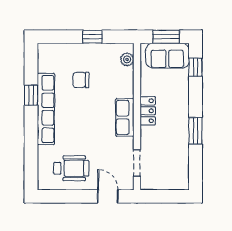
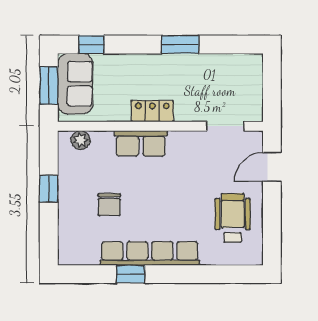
row of seats: (125, 117) -> (141, 143), moved

